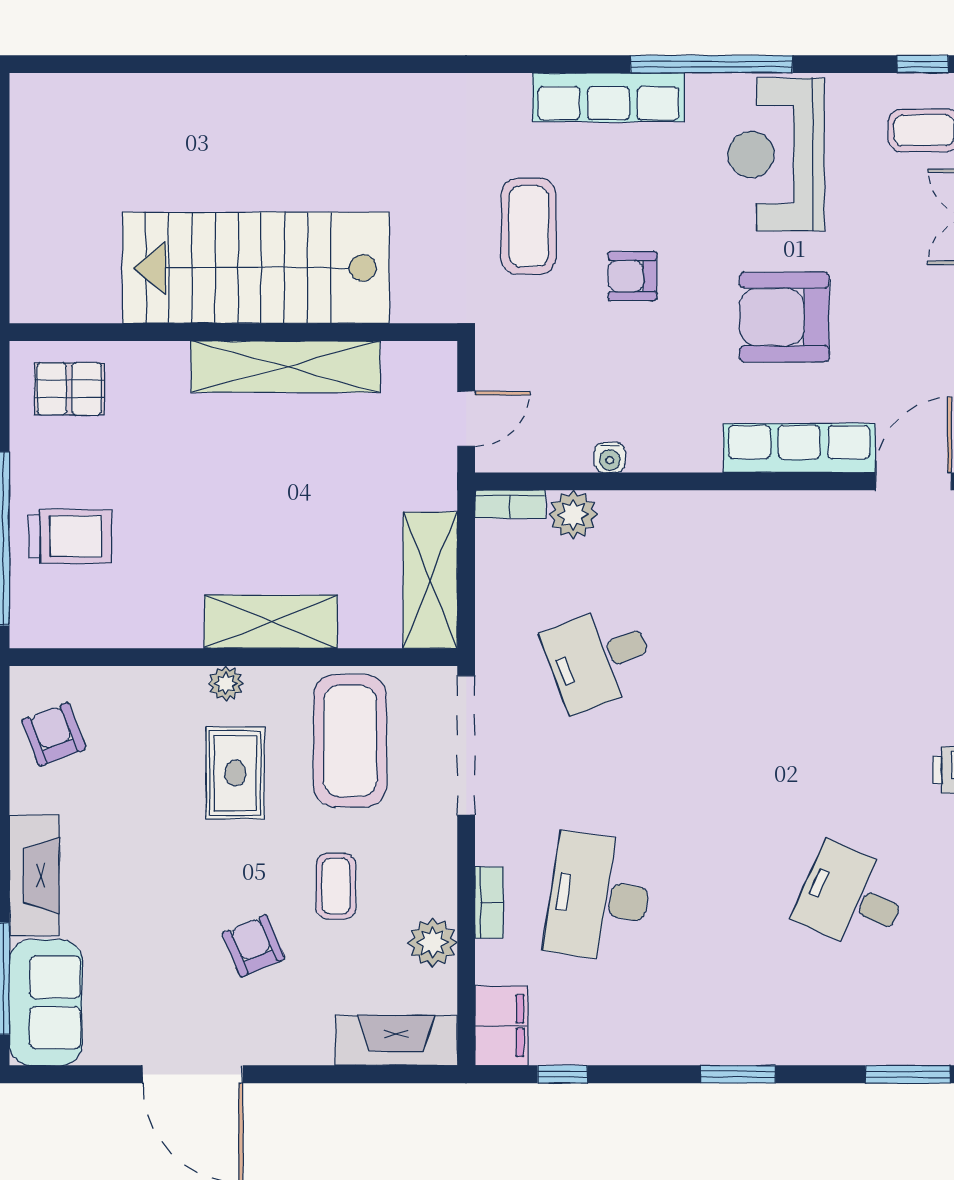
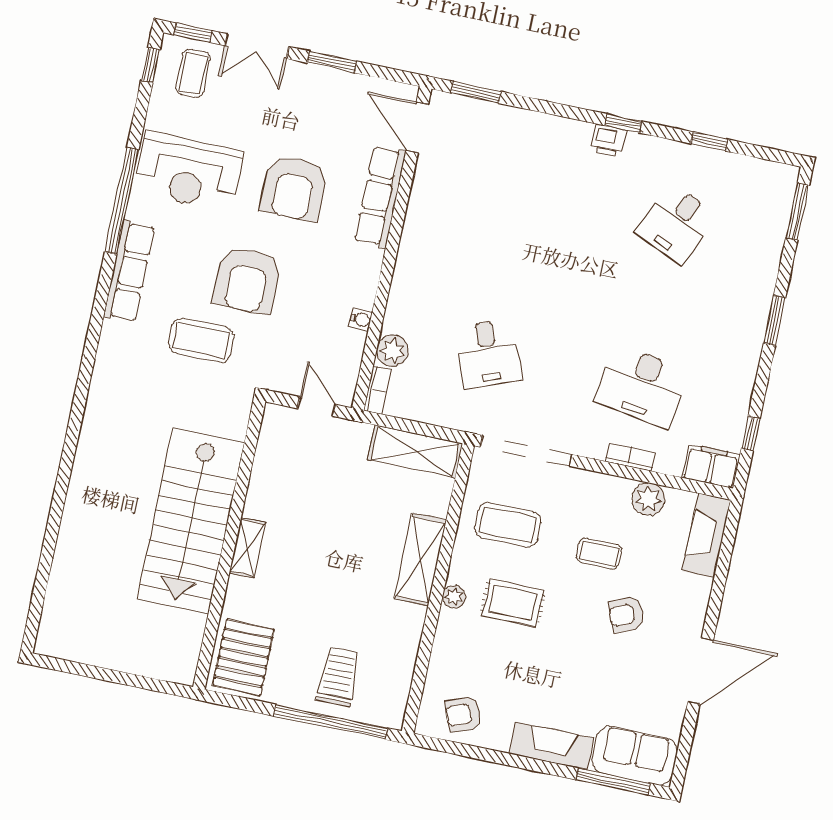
armchair: (633, 276) -> (247, 280), width x1.88, depth x1.88
shelving: (285, 367) -> (247, 548), width x0.45, depth x0.75
pallet: (69, 389) -> (243, 657), width x1.50, depth x1.42
coffee table: (350, 741) -> (508, 525), width x0.73, depth x0.76

